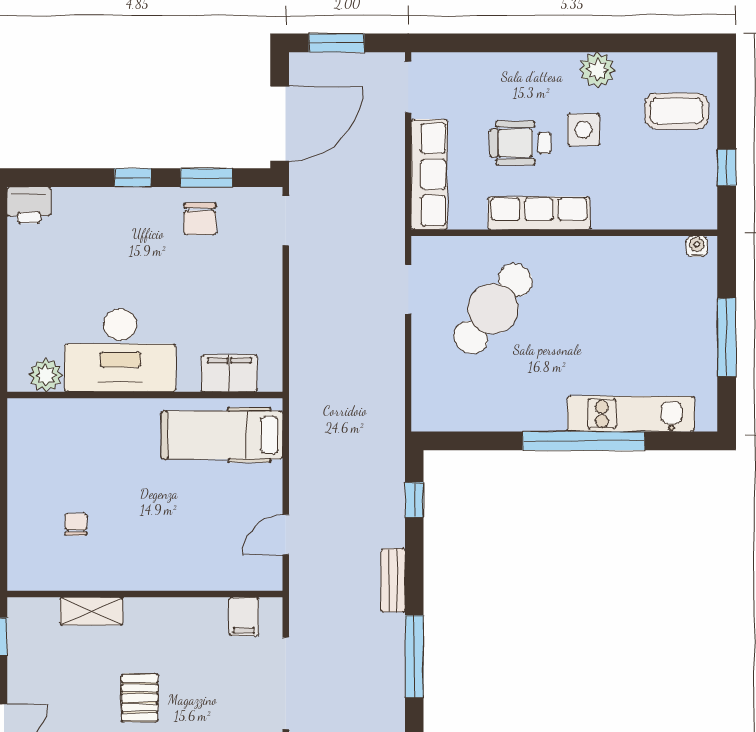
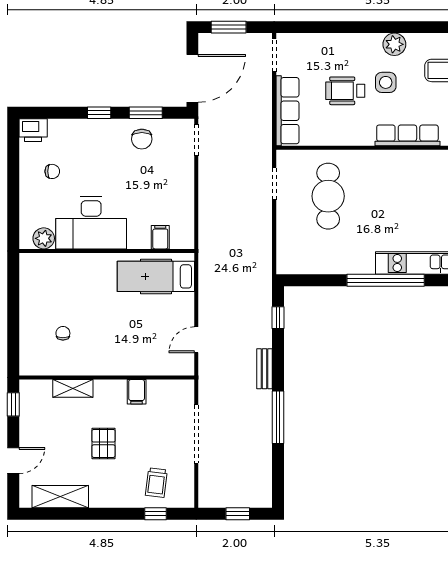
row of seats: (539, 213) -> (407, 135), moved
chair: (59, 270) -> (52, 171), added
cafe table: (493, 309) -> (328, 196), turned -38
filing cabinet: (229, 373) -> (160, 237), width x0.50
filing cabinet: (244, 616) -> (137, 392), moved

